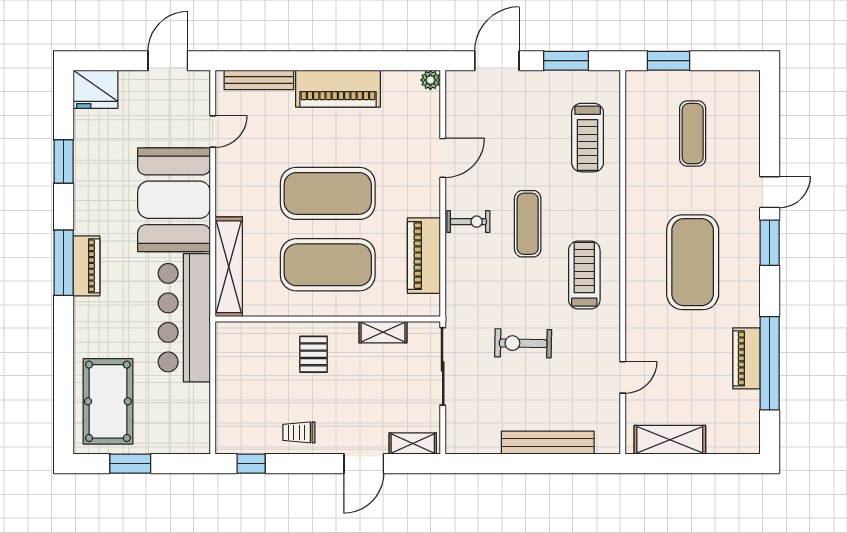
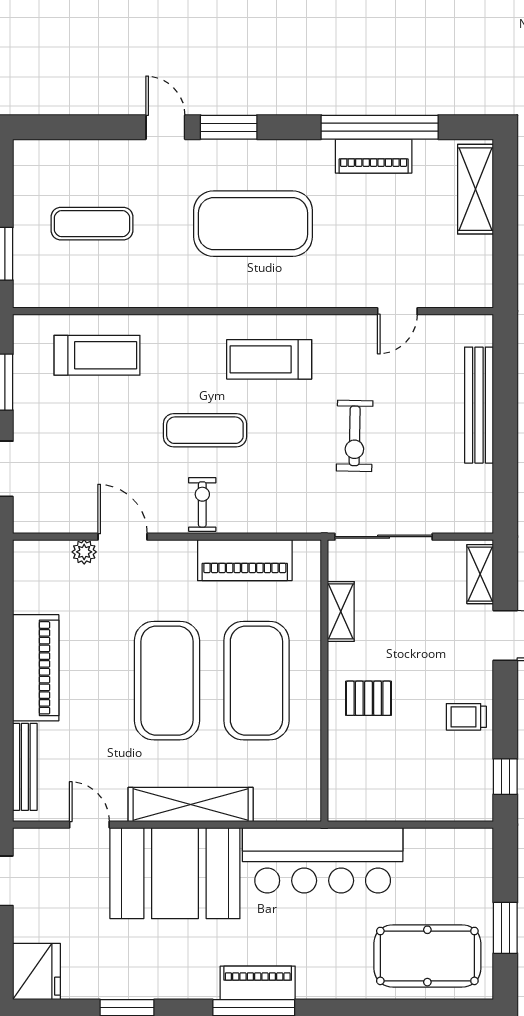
plant: (430, 80) -> (84, 552), moved
shelving: (229, 267) -> (191, 805), moved
door: (623, 377) -> (397, 311), swing flipped
trolley: (299, 432) -> (466, 717), turned 90
shelving: (670, 440) -> (476, 189), moved

